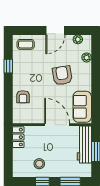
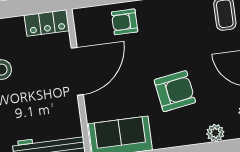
door: (57, 125) -> (77, 71), moved

